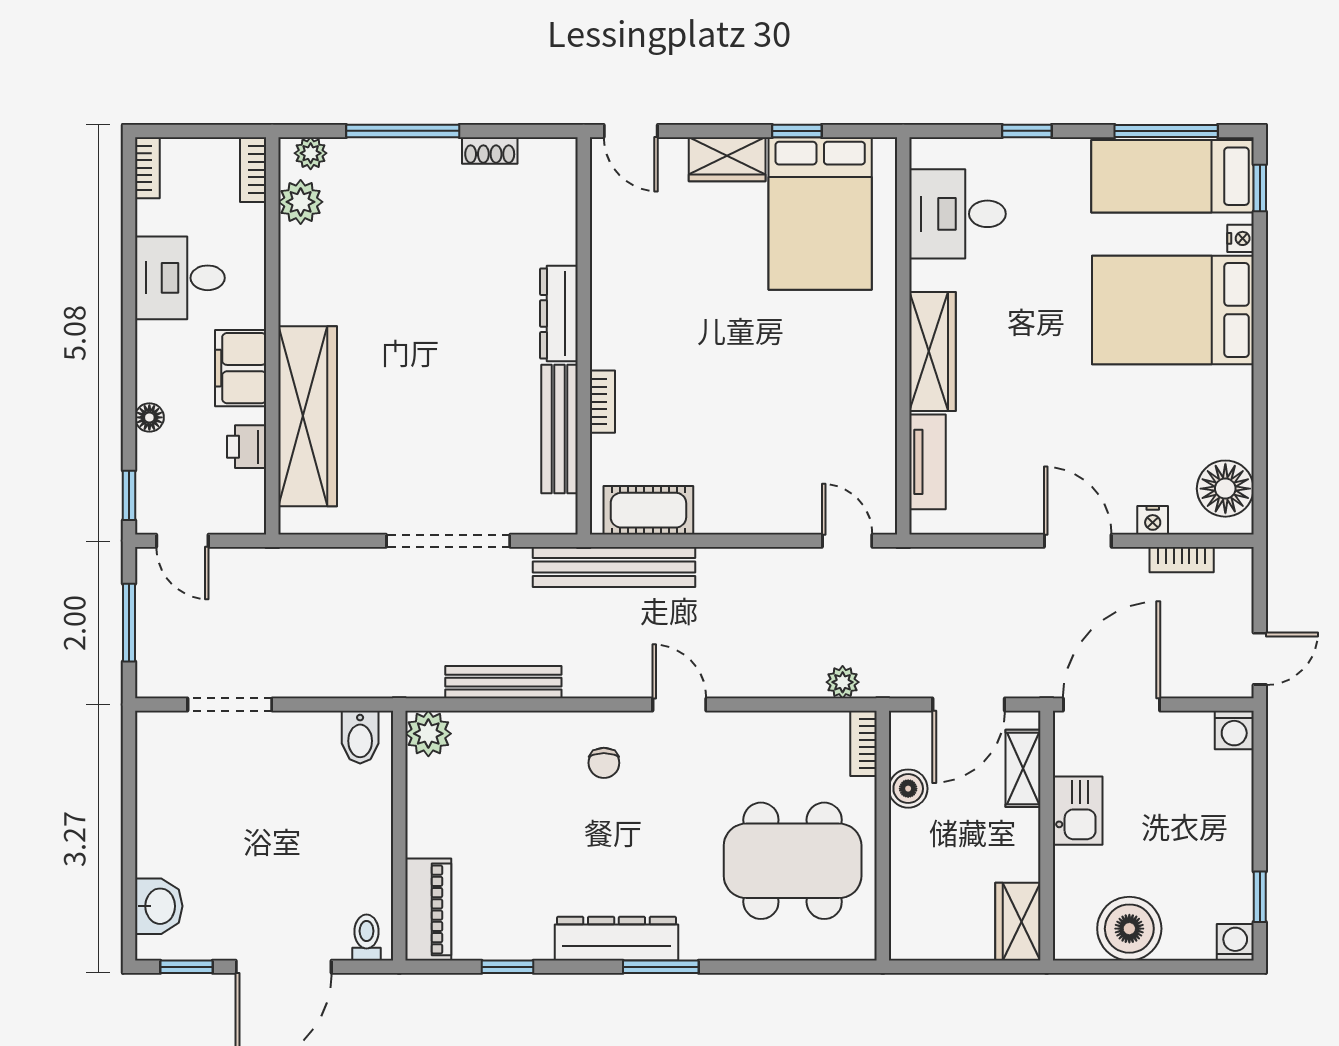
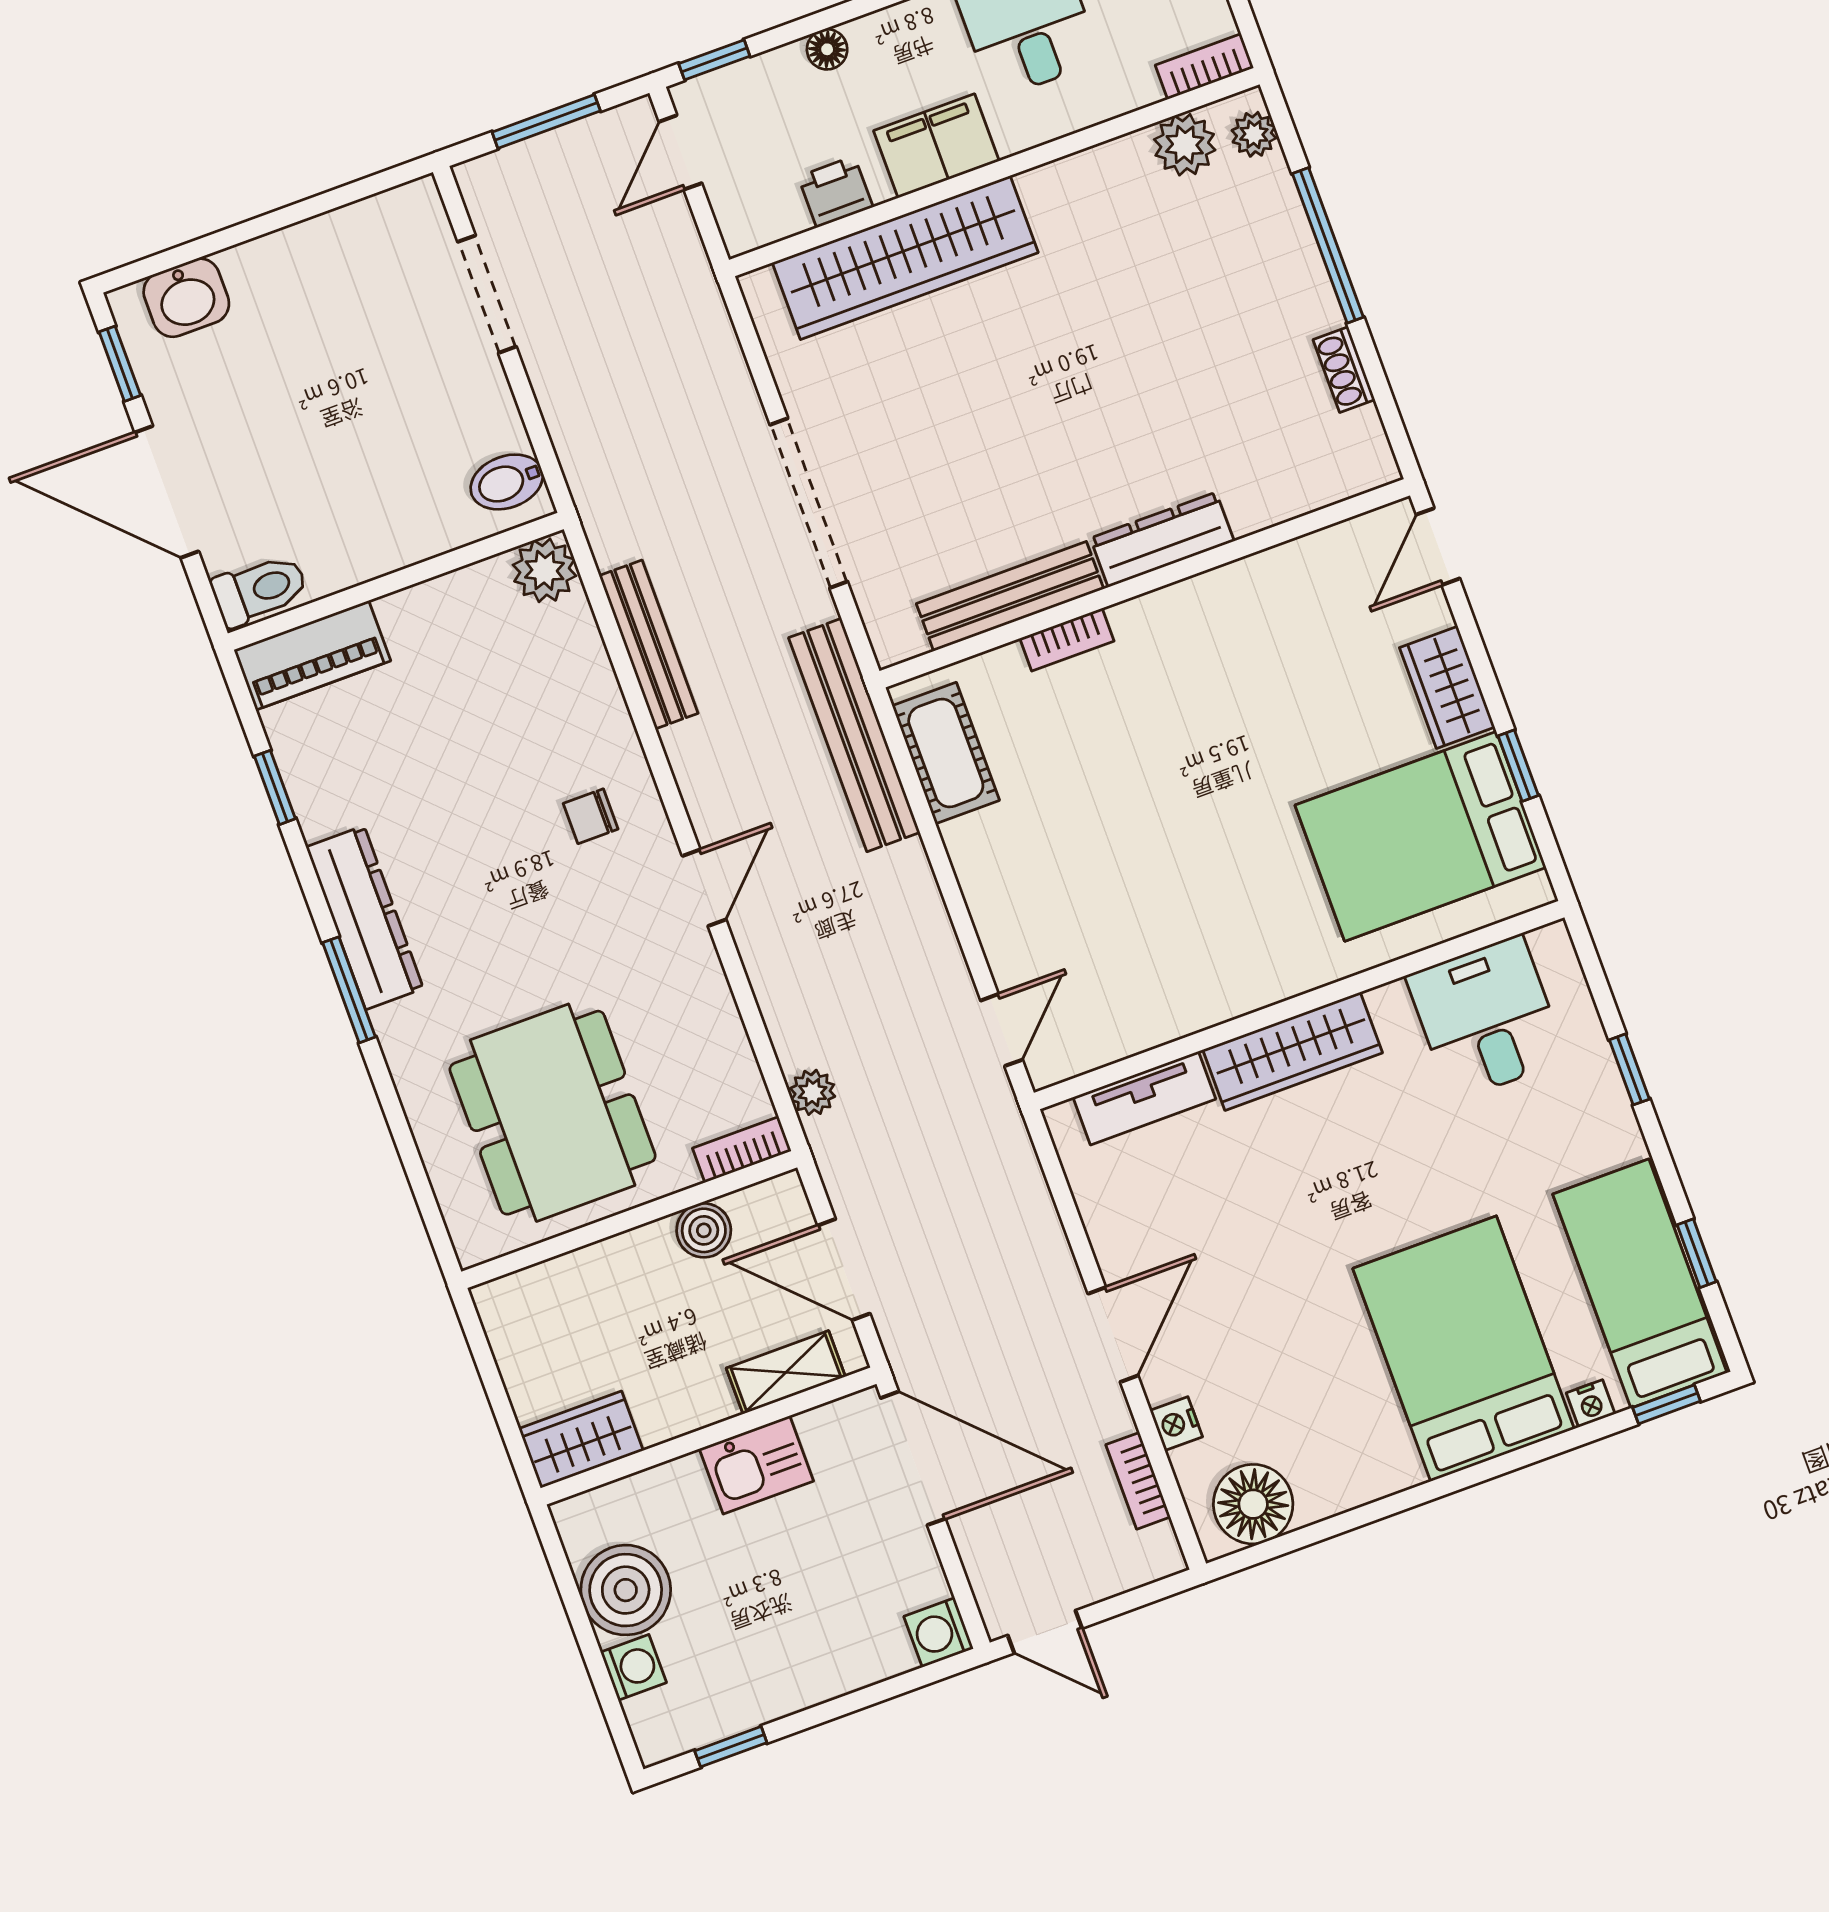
window: (1166, 131) -> (1697, 1253), width x0.46
toilet: (367, 937) -> (260, 590), width x1.37, depth x1.39
washing machine: (1235, 942) -> (634, 1667), moved

